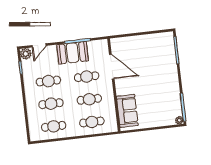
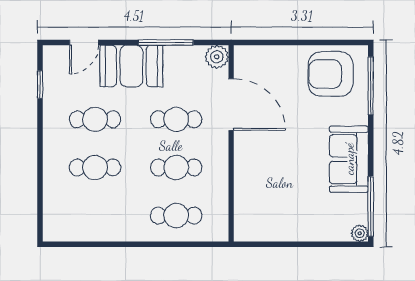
armchair: (157, 47) -> (331, 74), added
booth: (73, 53) -> (131, 66), moved
plant: (26, 54) -> (217, 57), moved
sofa: (127, 111) -> (349, 159), moved, turned 180
cafe table: (54, 126) -> (95, 216), removed

